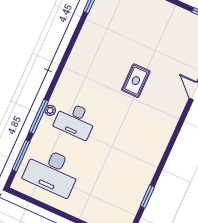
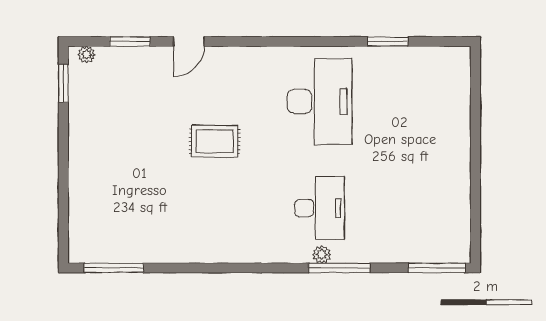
window: (21, 156) -> (437, 268), moved
desk: (52, 172) -> (320, 101), moved

